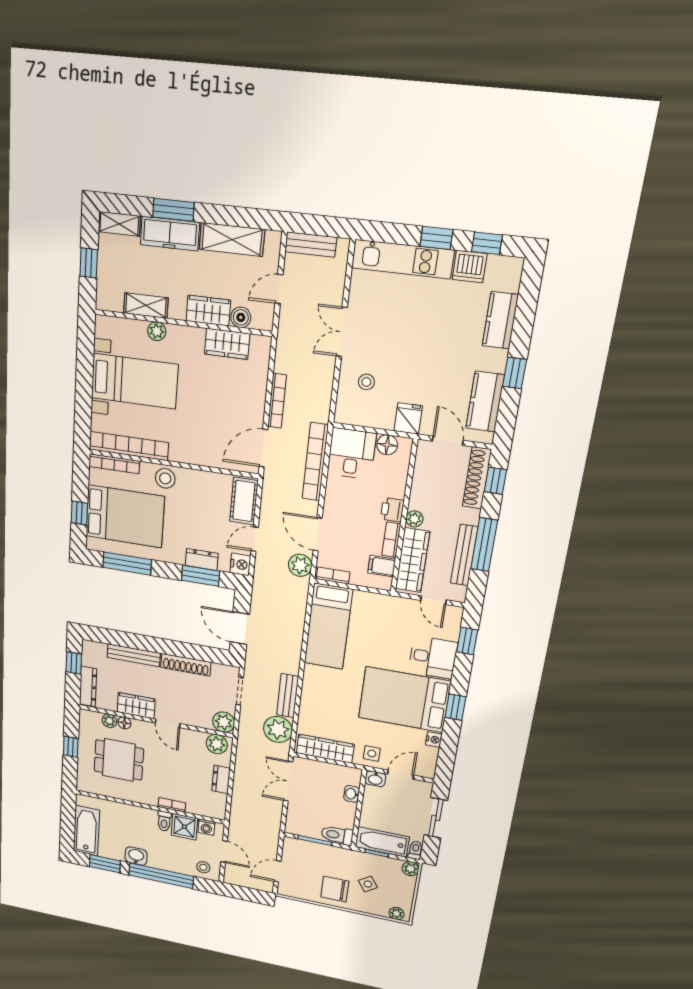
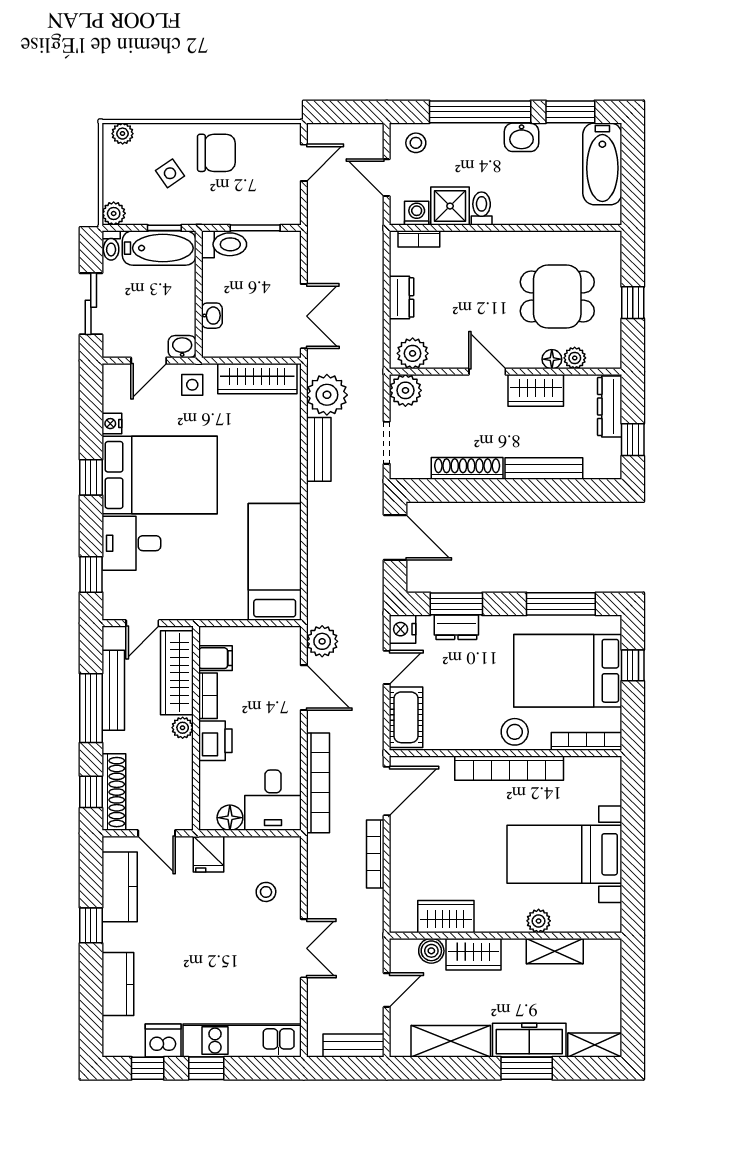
window: (89, 263) -> (633, 994), removed
bookcase: (129, 446) -> (509, 768), moved
printer: (392, 510) -> (215, 741), width x1.36, depth x1.24
bookcase: (333, 576) -> (277, 635), removed
door: (434, 600) -> (142, 623), swing flipped
bookcase: (172, 805) -> (419, 239), moved

